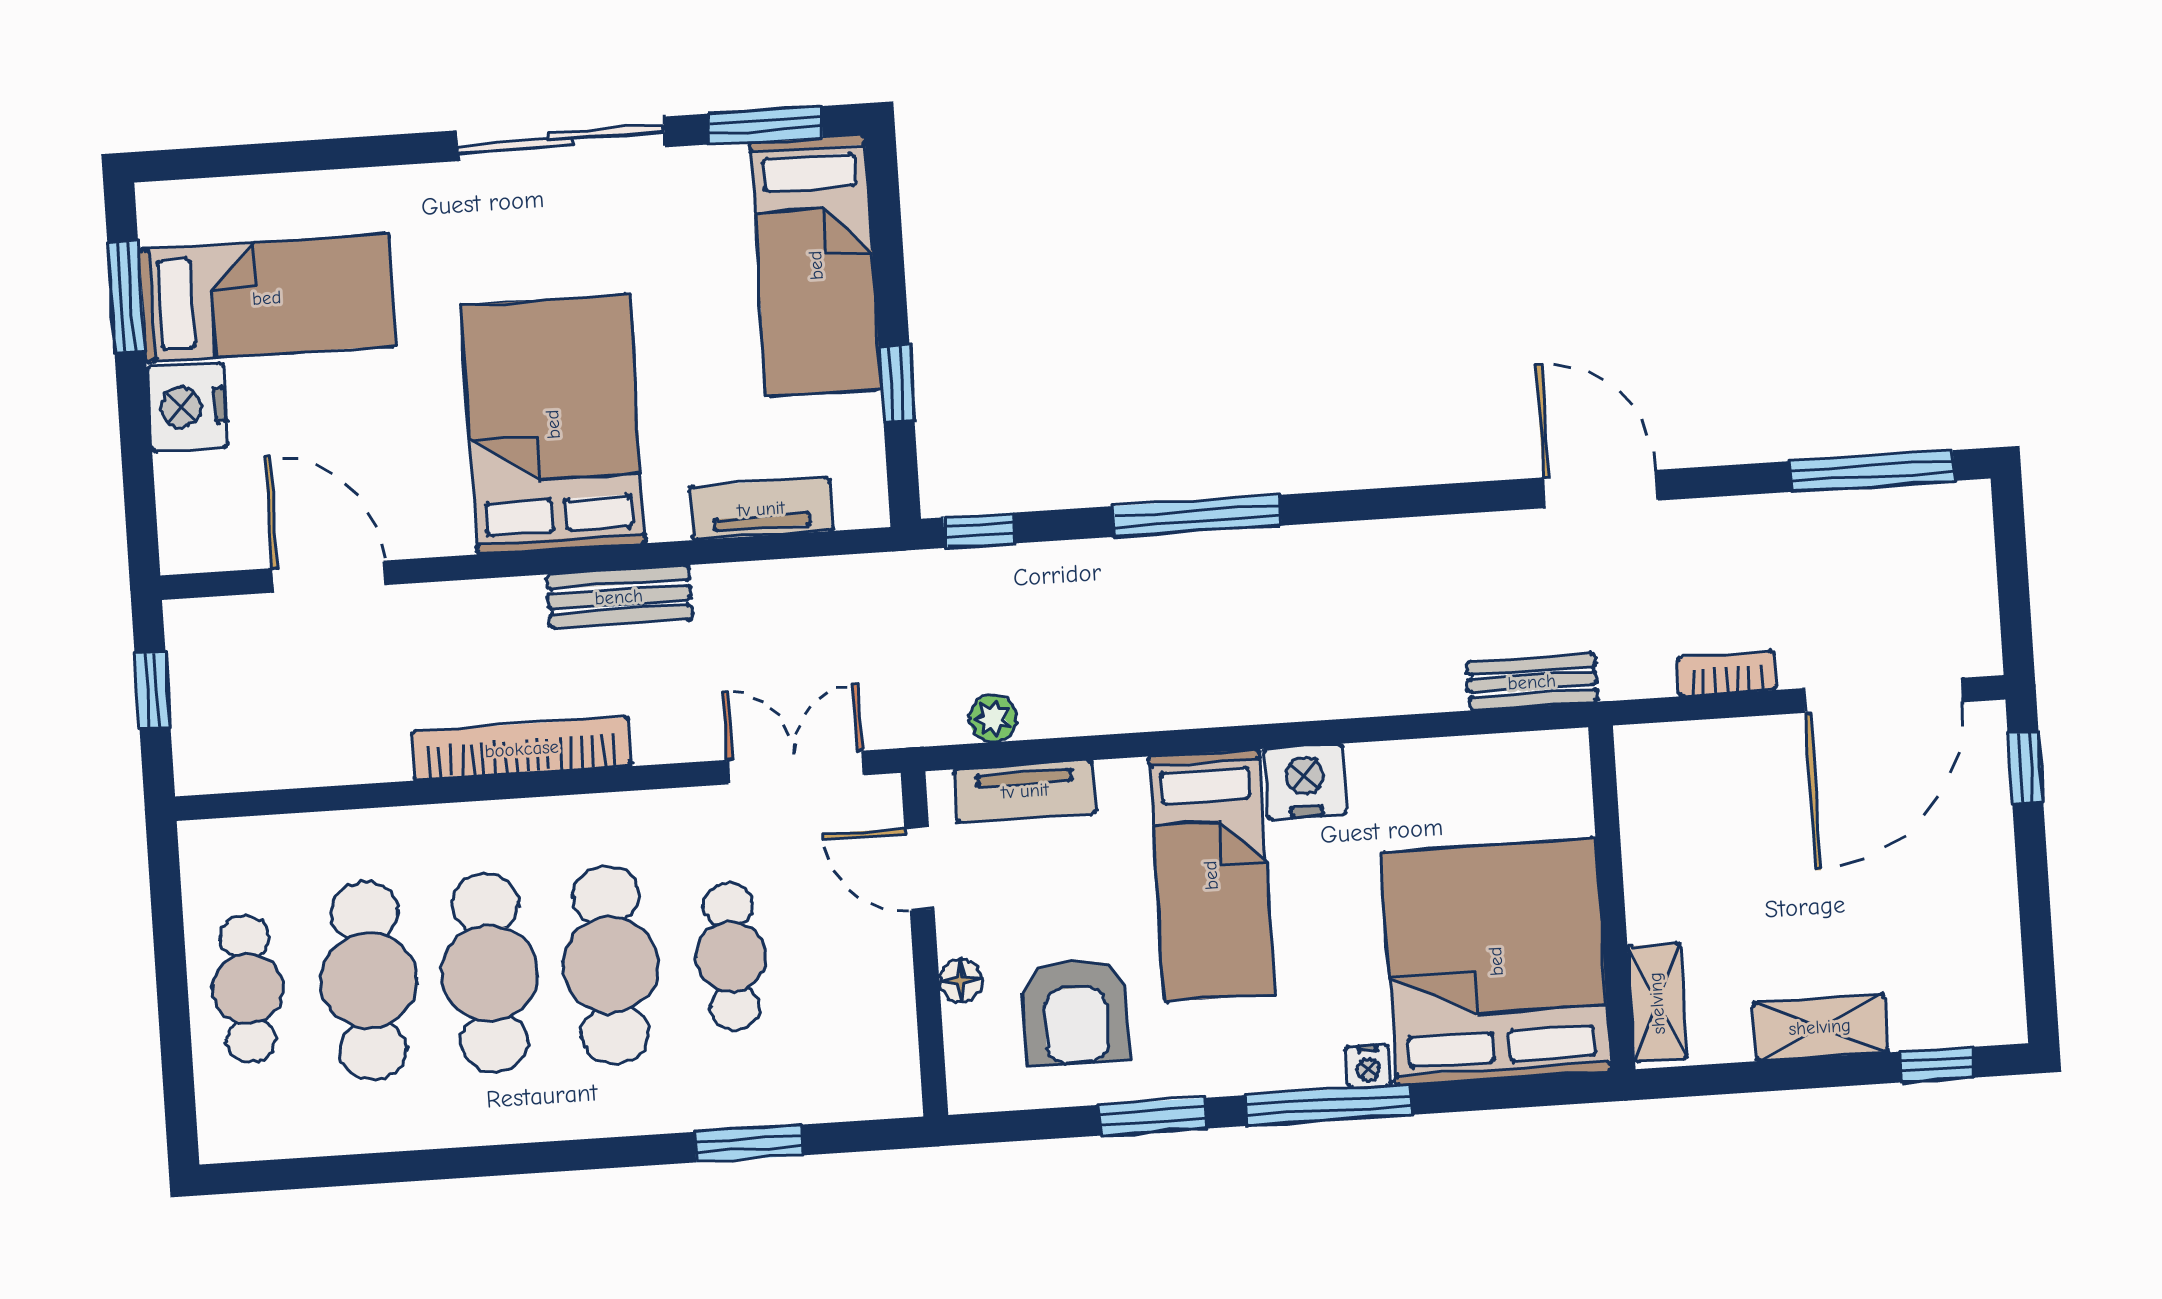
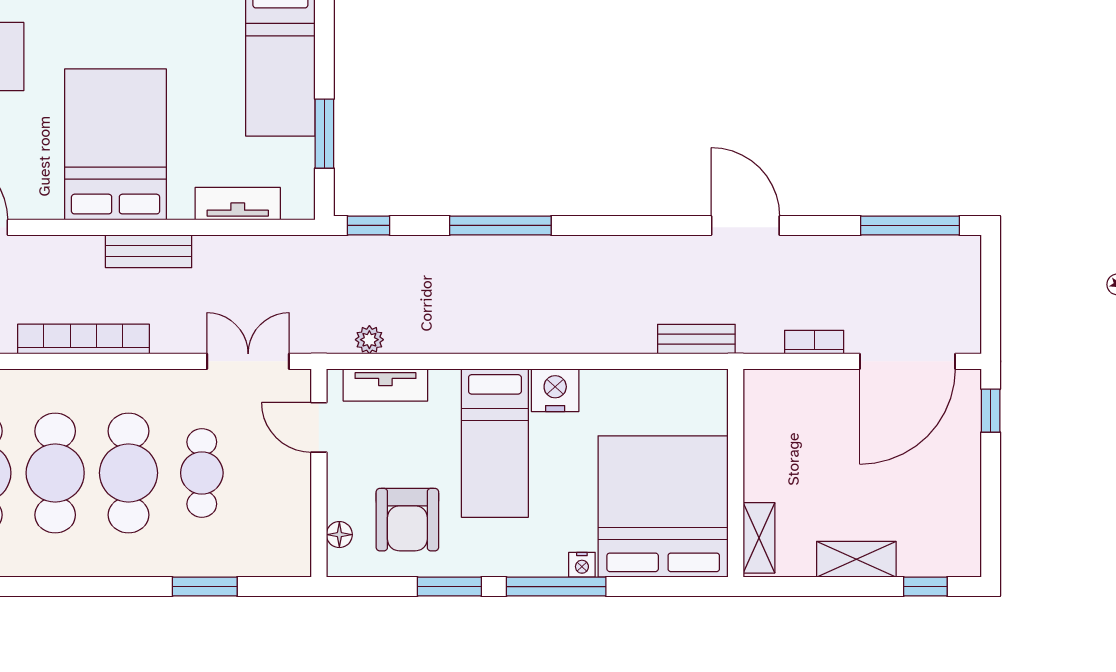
window: (896, 383) -> (324, 134), width x1.50
floor lamp: (961, 981) -> (339, 535), moved

